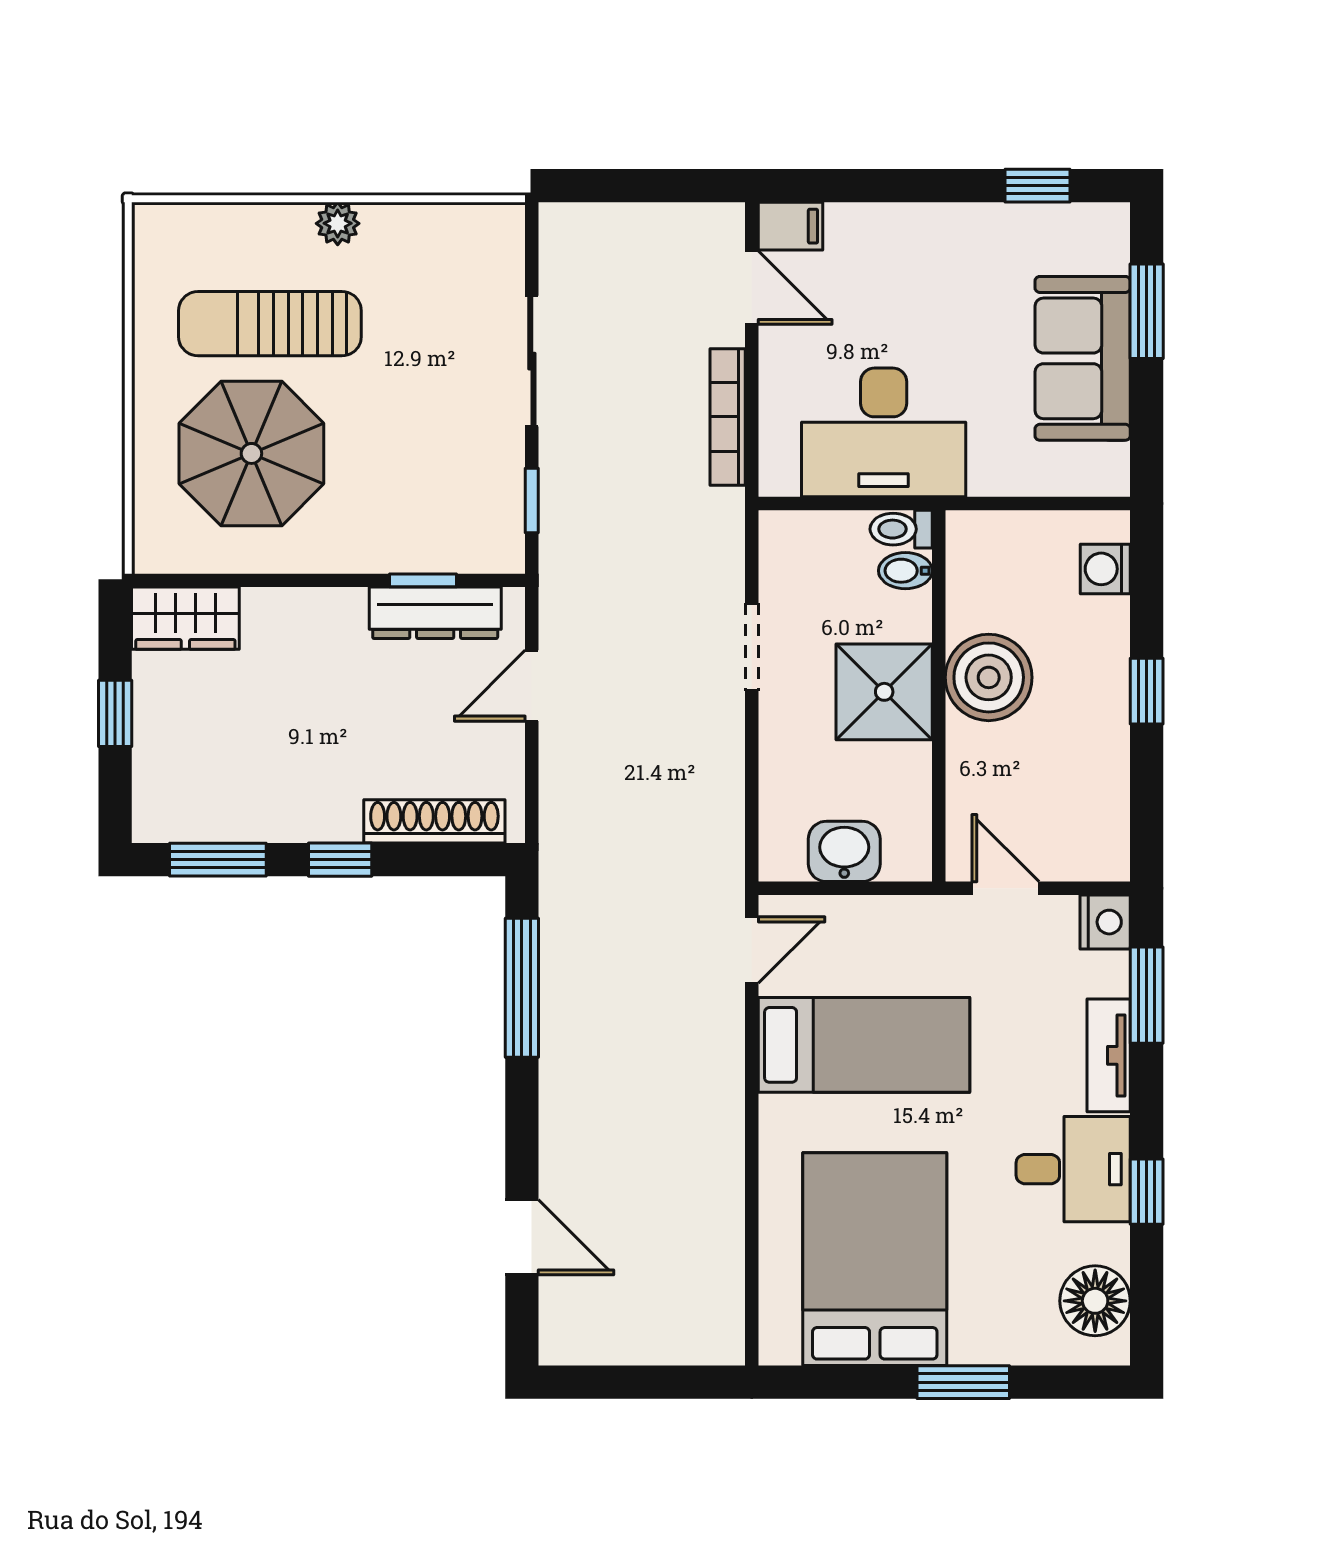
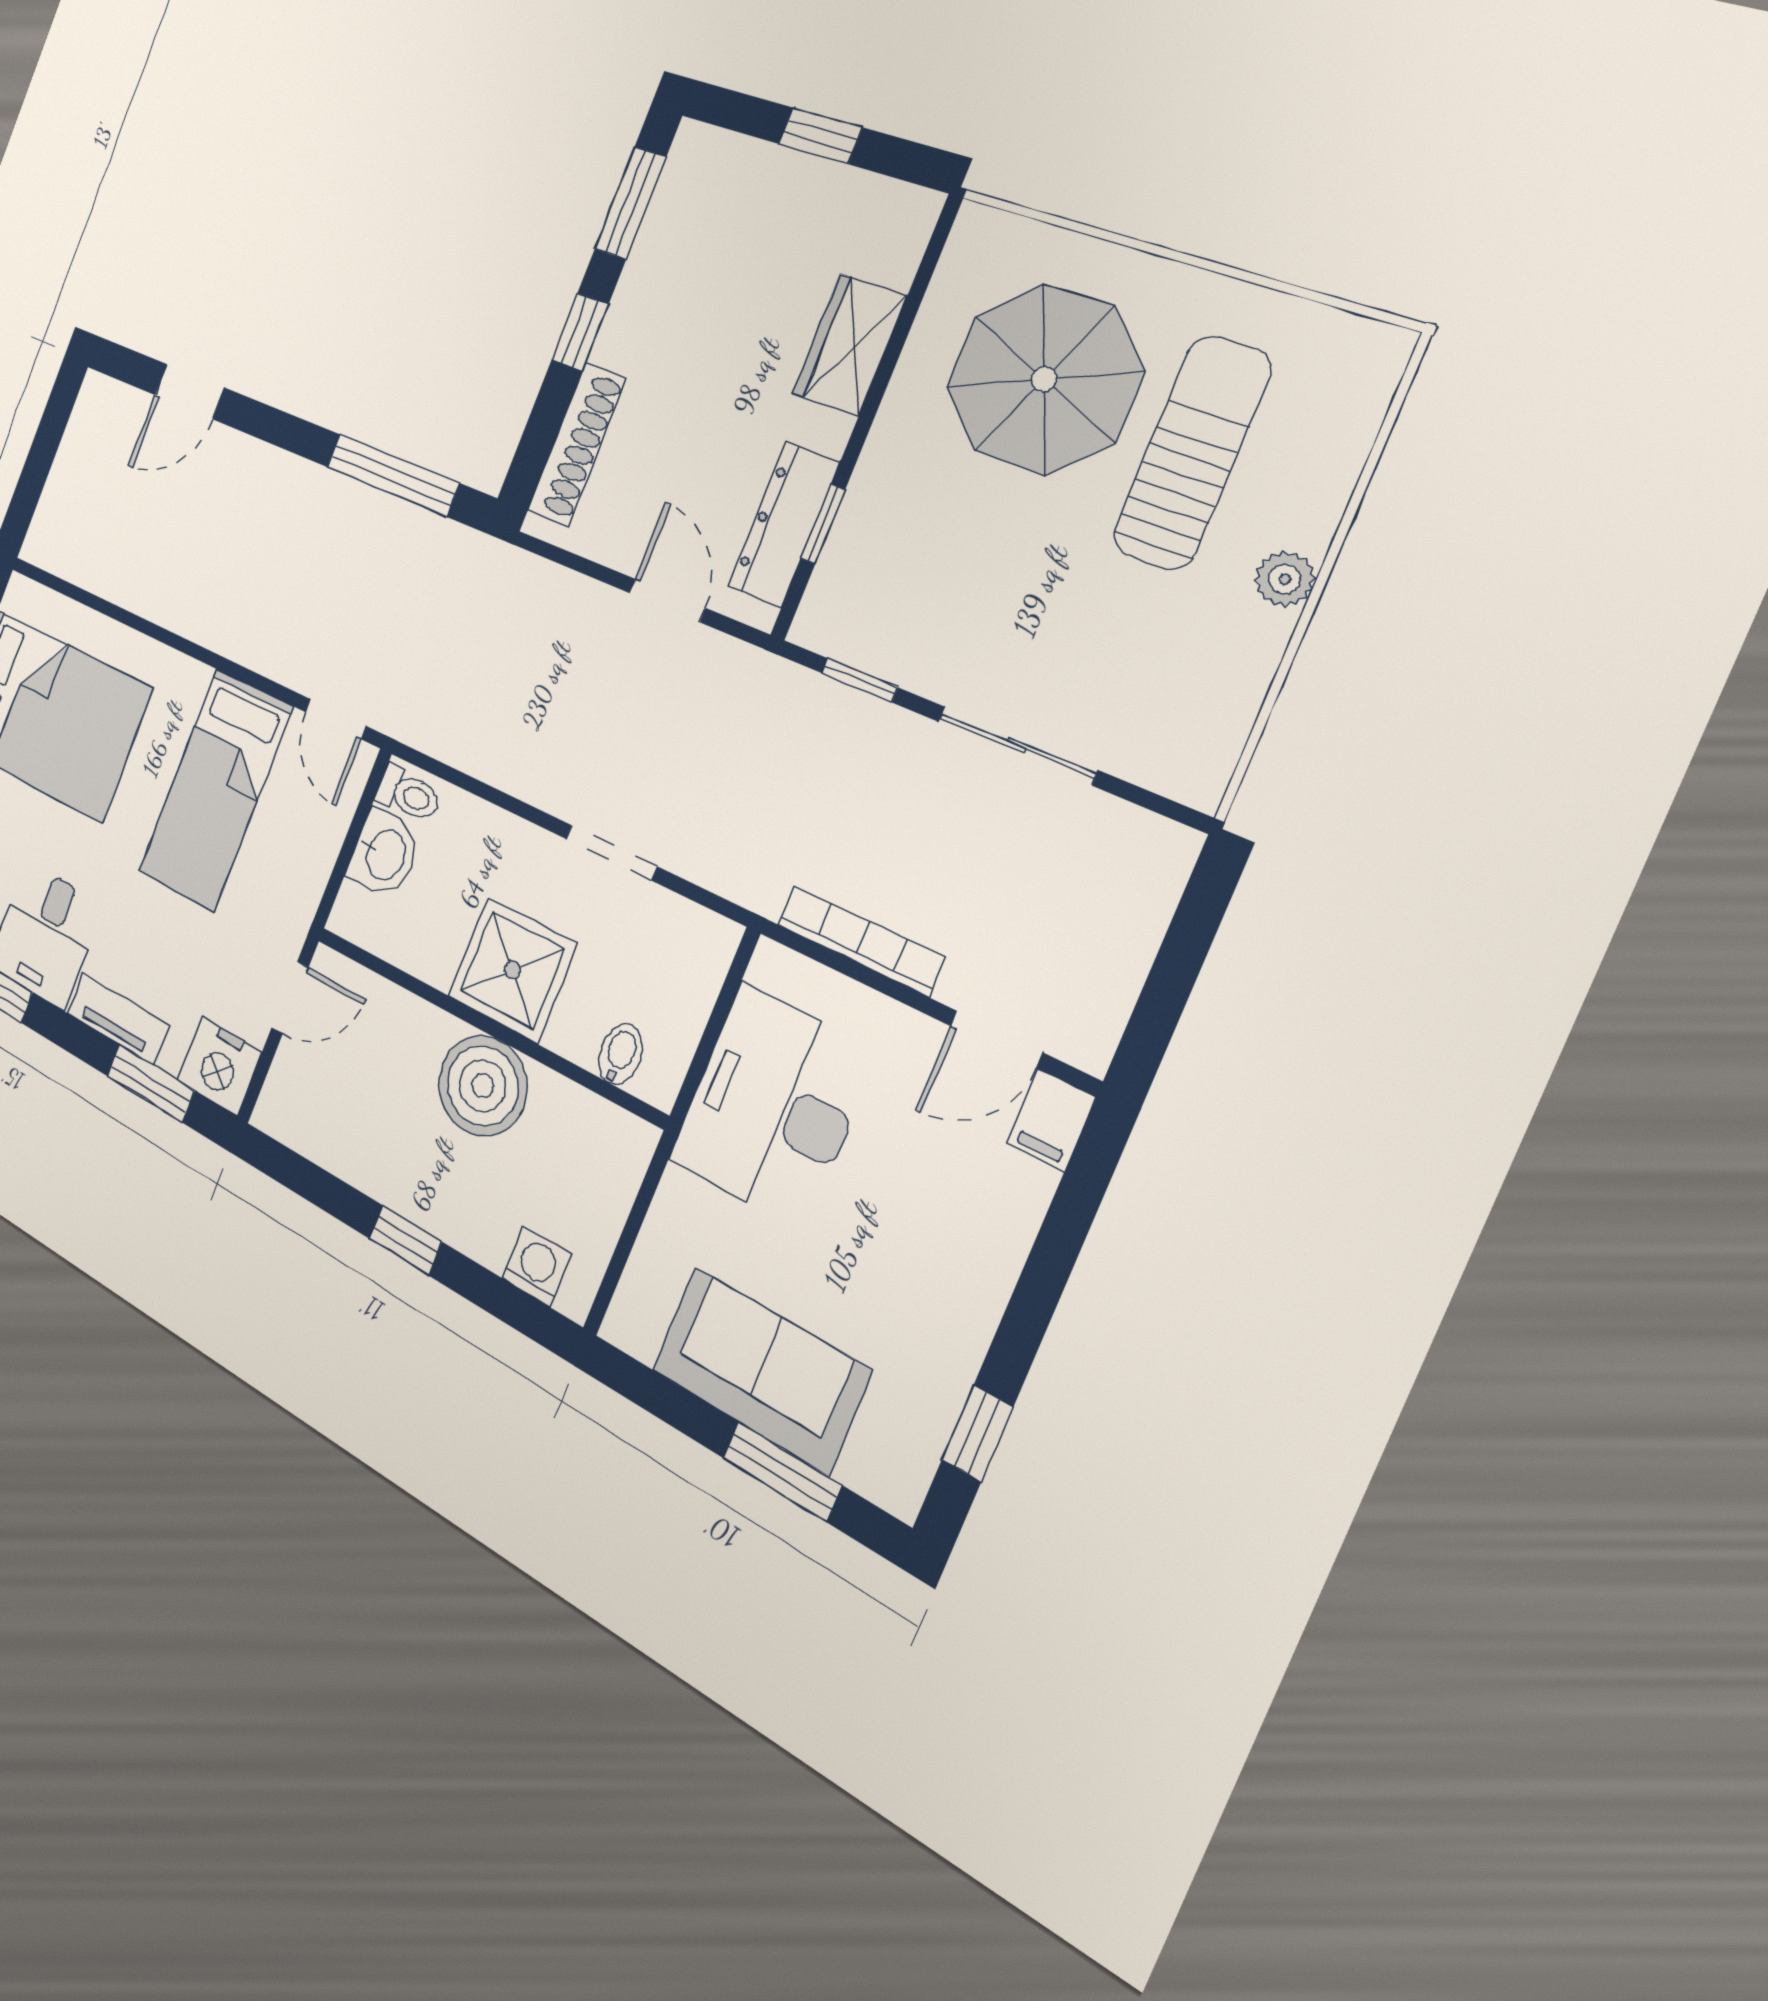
toilet: (901, 529) -> (408, 794), moved, turned 90
wardrobe: (185, 618) -> (849, 345), moved
nightstand: (1105, 922) -> (219, 1066), width x1.36, depth x1.33

